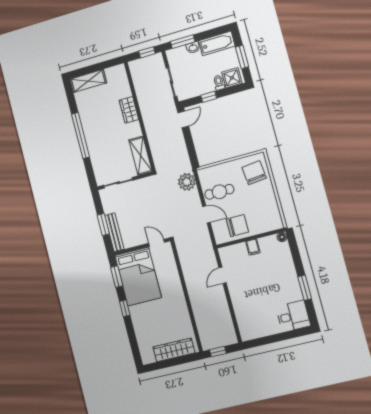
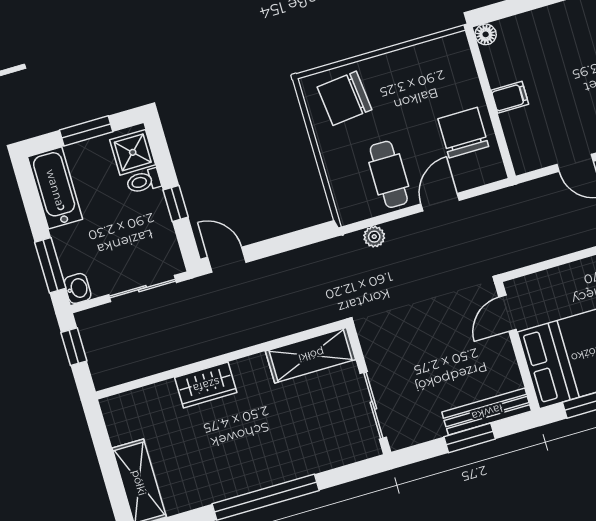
washbasin: (193, 48) -> (78, 288), moved
plant: (187, 182) -> (374, 237), width x0.53, depth x0.53

